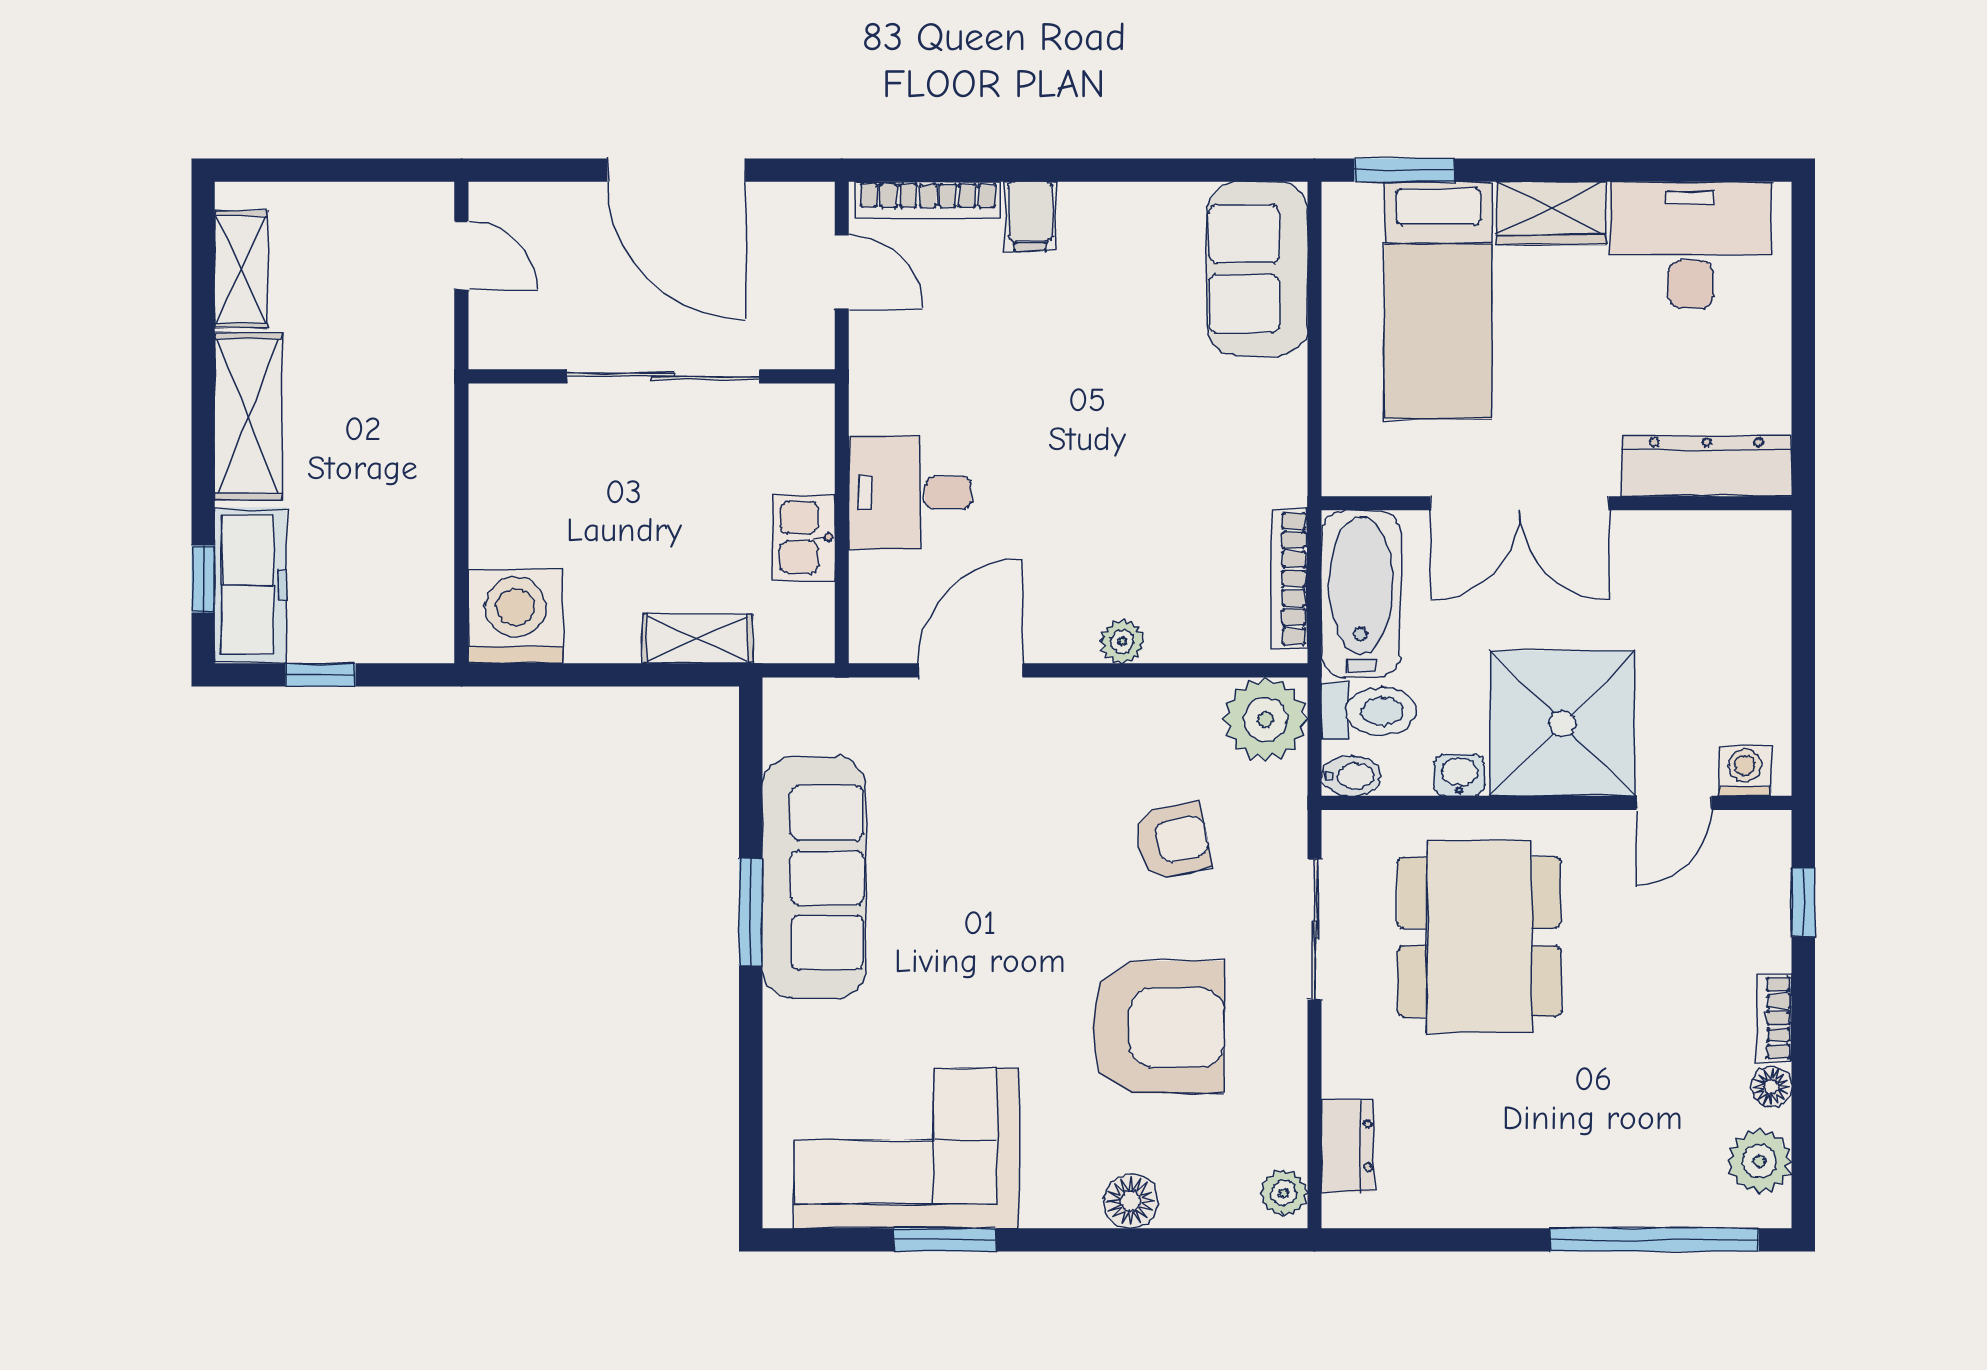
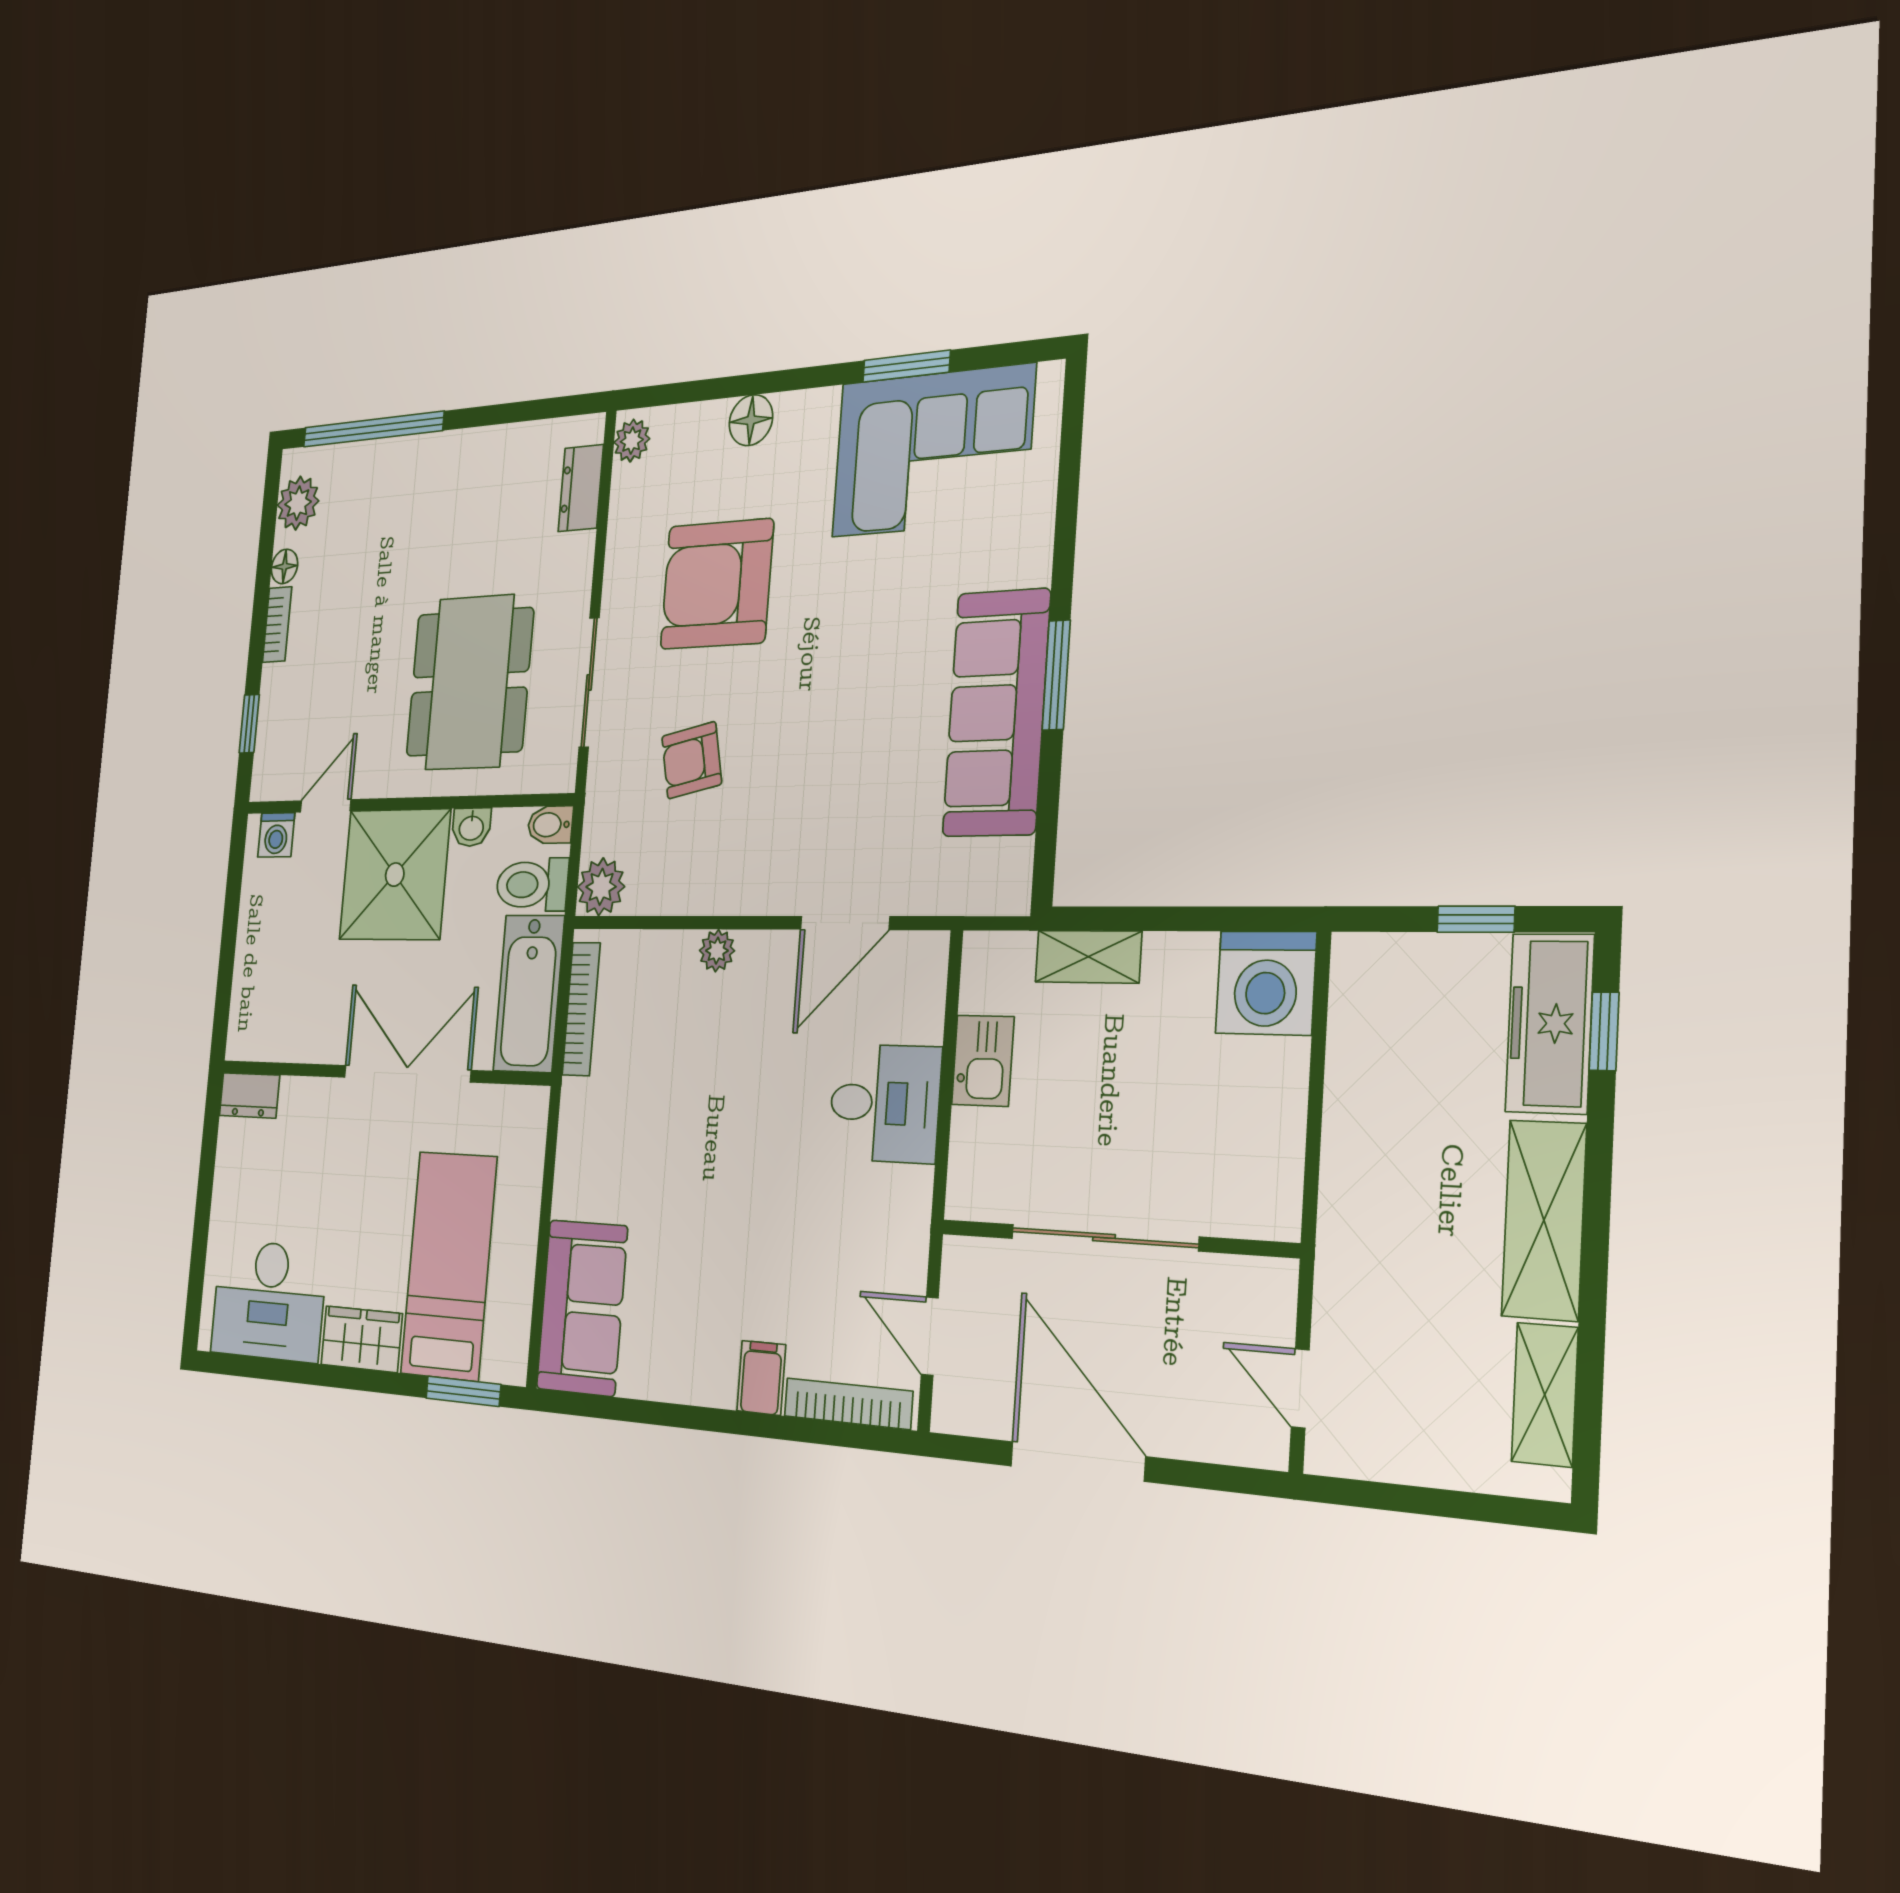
dresser: (1707, 466) -> (249, 1095), width x0.51, depth x0.80
plant: (1265, 720) -> (601, 887), width x0.73, depth x0.73

